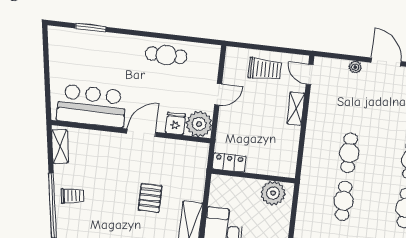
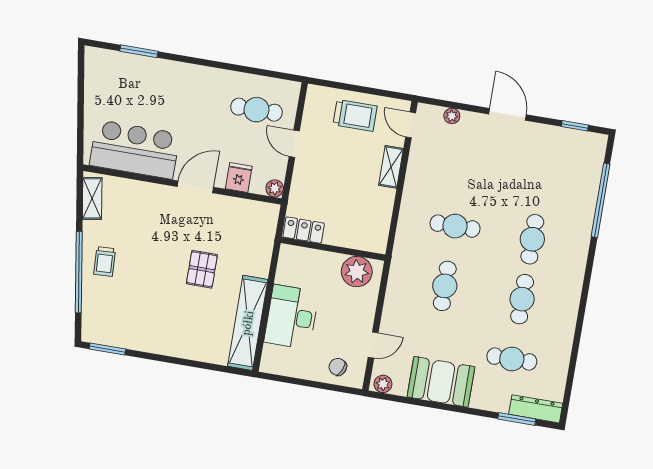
cafe table: (166, 55) -> (256, 110), moved
plant: (355, 67) -> (452, 116), moved
door: (218, 94) -> (294, 144), swing flipped
plant: (199, 124) -> (275, 188), width x0.53, depth x0.53
cafe table: (349, 153) -> (455, 226), turned 90
trolley: (72, 196) -> (105, 261), turned 94

